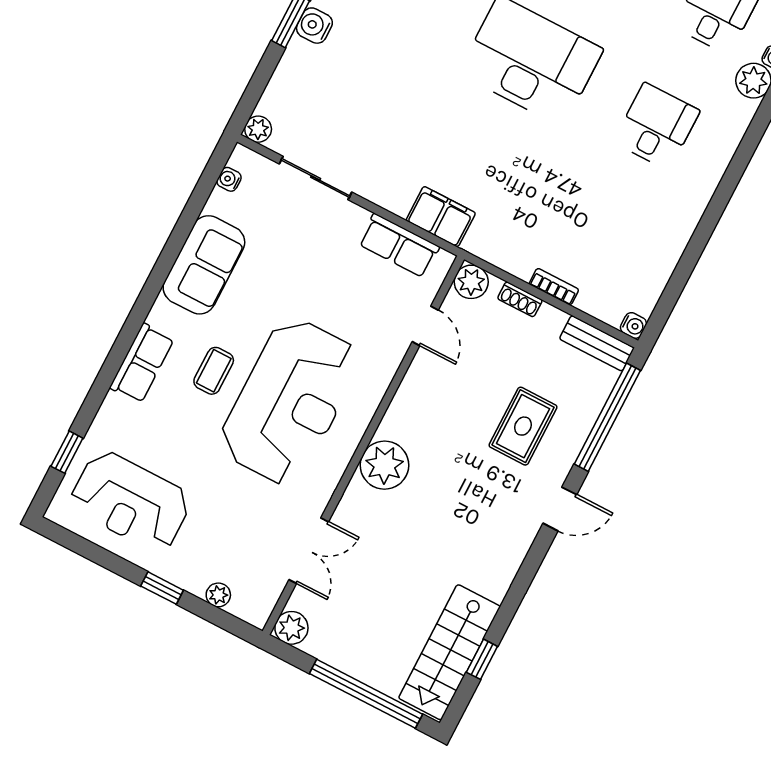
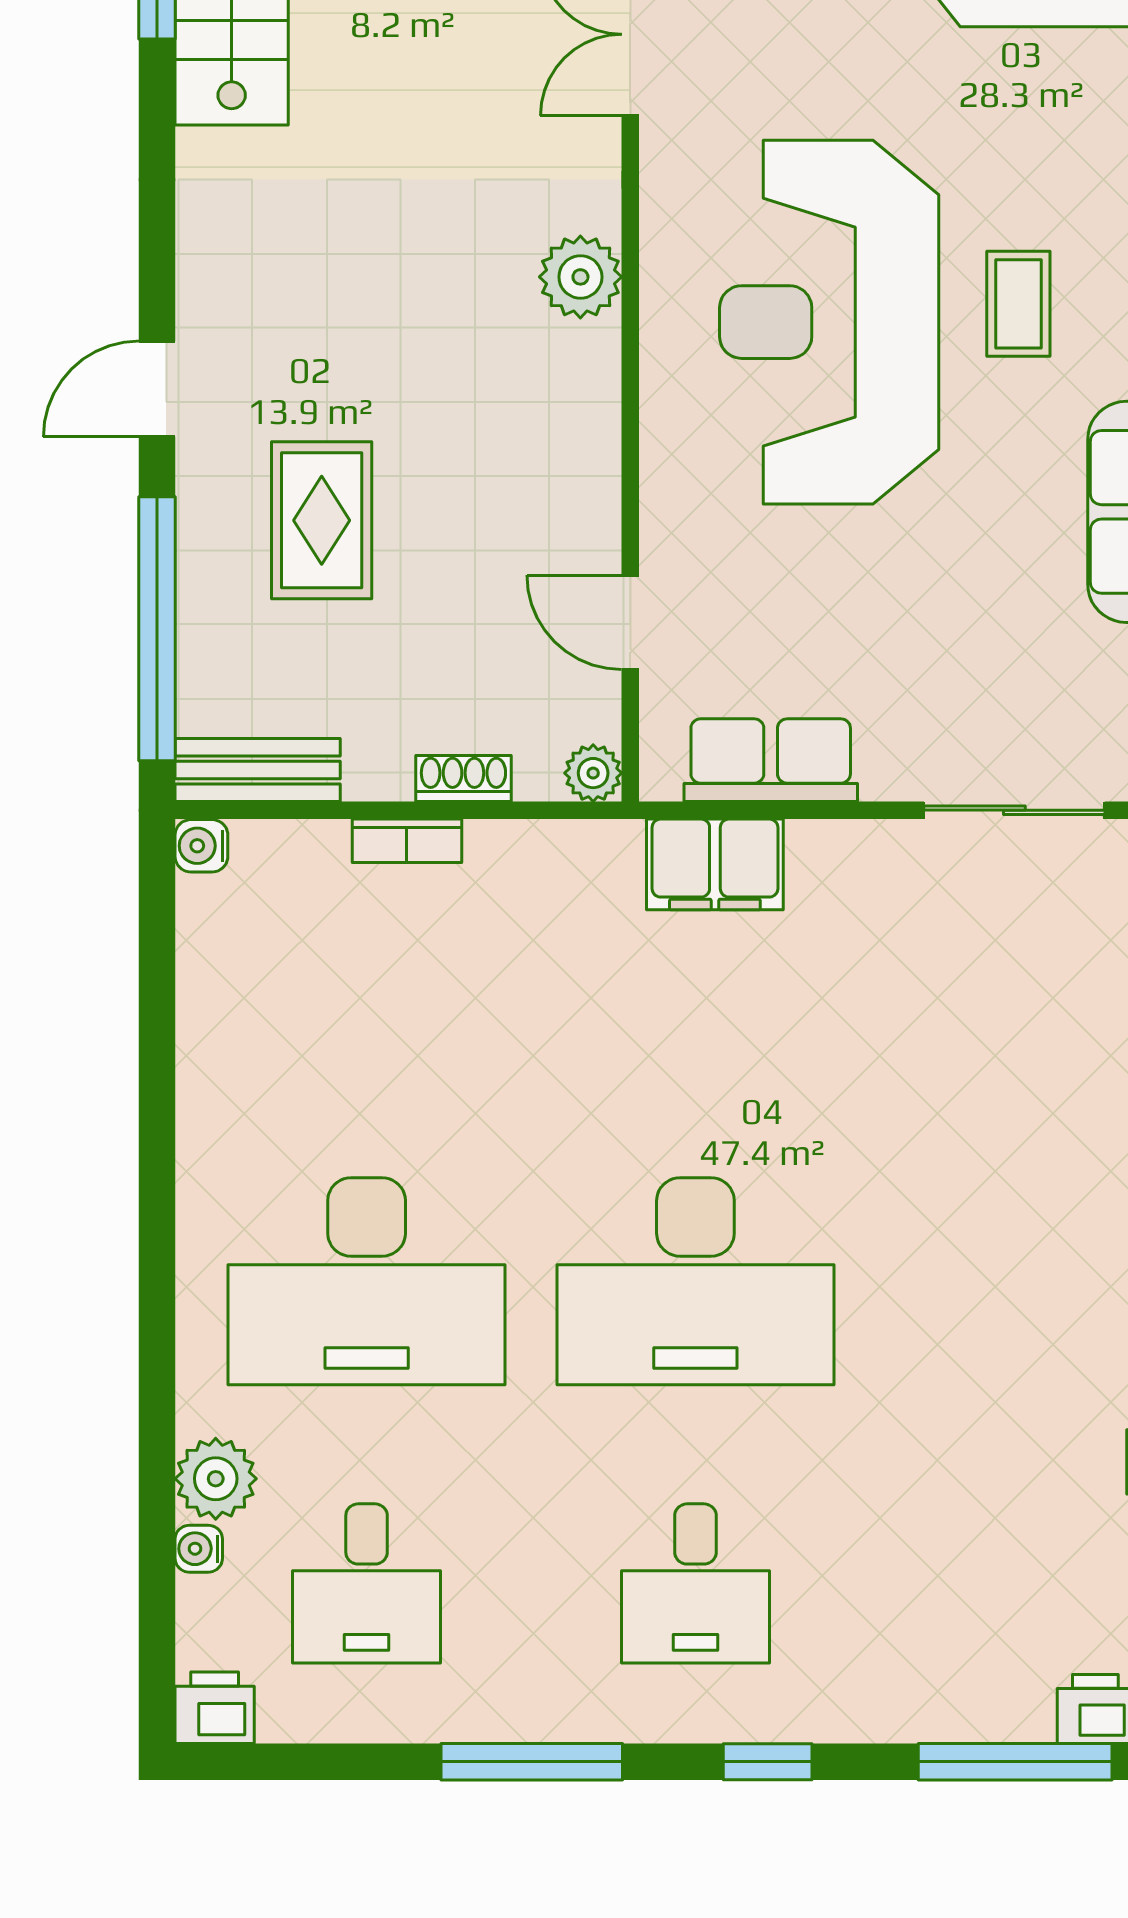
desk: (657, 126) -> (367, 1281), width x1.87, depth x1.30
plant: (471, 282) -> (593, 773), width x0.73, depth x0.73
plant: (384, 465) -> (580, 277), width x0.73, depth x0.73

